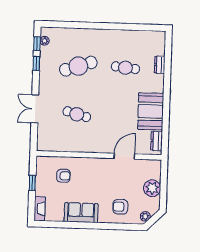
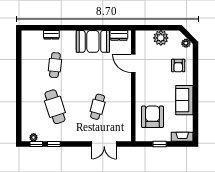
double door: (35, 109) -> (104, 144), moved
armchair: (63, 176) -> (152, 117), width x1.88, depth x1.88

